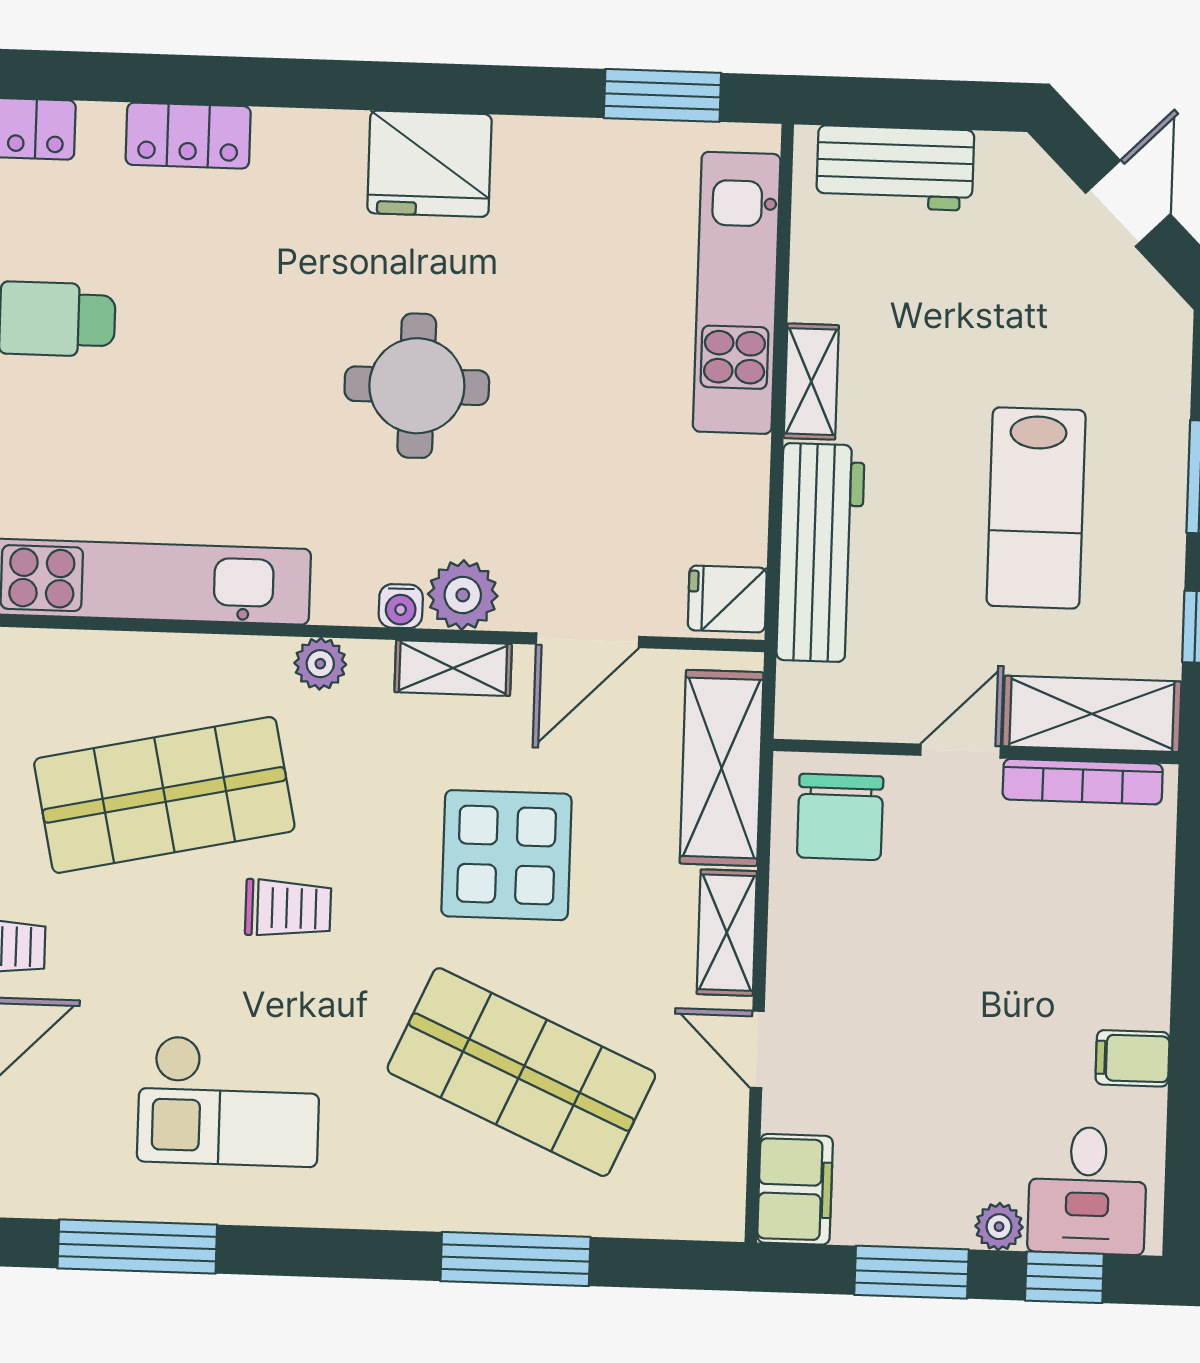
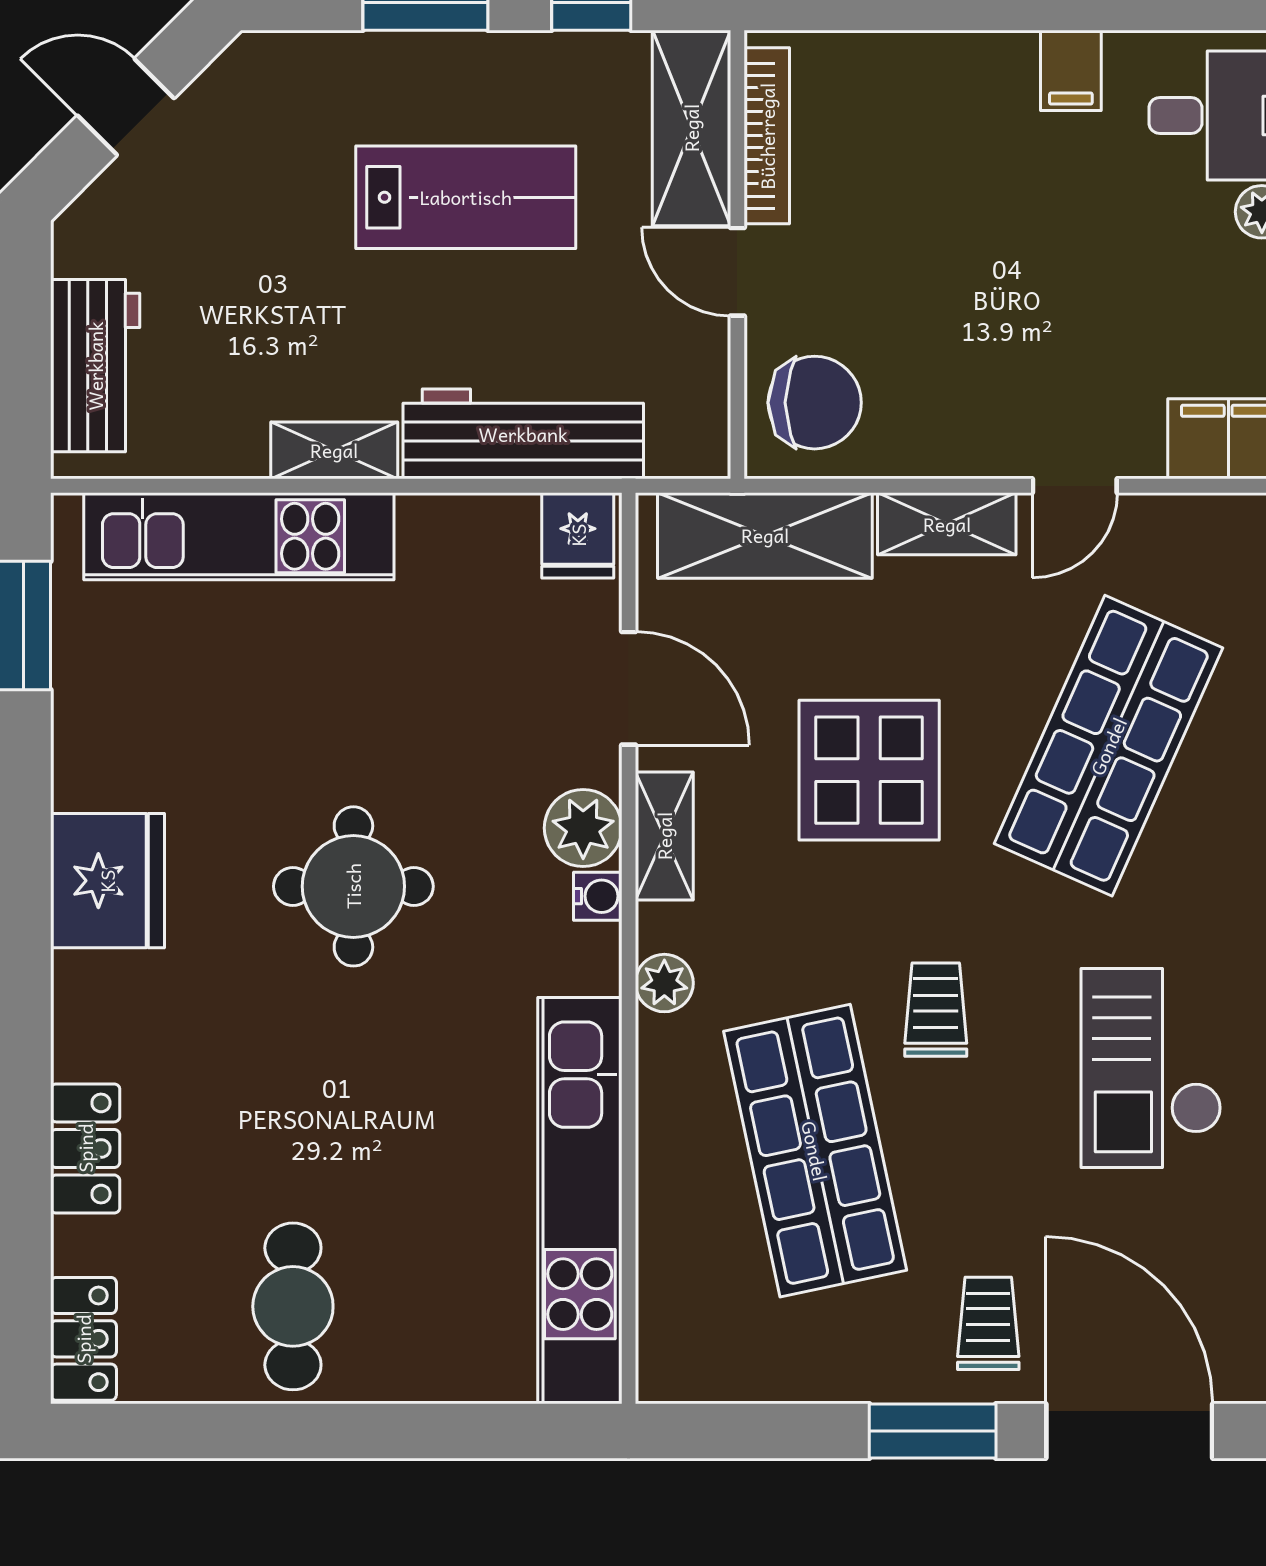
checkout: (229, 1101) -> (1151, 1068), turned 180

